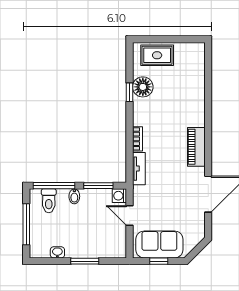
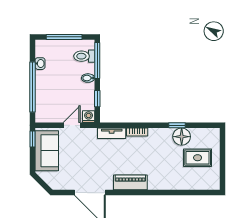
rug: (157, 55) -> (198, 158), moved, turned 90
window: (98, 186) -> (97, 99), width x0.67
window: (85, 261) -> (33, 87), width x2.11
window: (159, 261) -> (33, 139), moved

